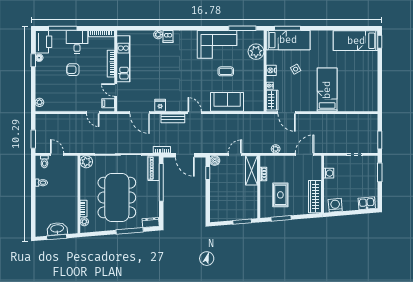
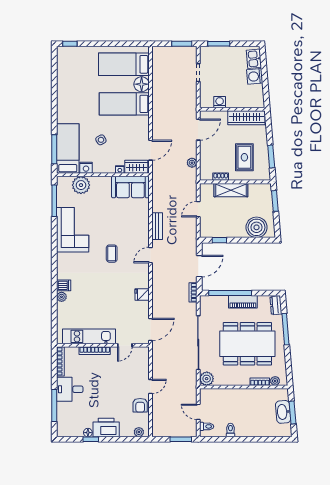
bed: (356, 41) -> (124, 64), moved, turned 90
printer: (43, 42) -> (106, 428), moved
armchair: (73, 70) -> (140, 405), moved
nightstand: (271, 70) -> (86, 168), moved
coffee table: (226, 71) -> (112, 254), moved
sofa: (227, 102) -> (130, 187), moved, turned -90
filing cabinet: (108, 103) -> (140, 354), removed
floor lamp: (344, 105) -> (142, 84), added
door: (93, 113) -> (151, 386), moved
door: (140, 113) -> (151, 330), moved
bench: (173, 118) -> (157, 226), moved
door: (57, 154) -> (198, 412), hinge flipped
door: (235, 154) -> (198, 209), hinge flipped
door: (305, 154) -> (198, 130), swing flipped
boiler: (215, 161) -> (257, 227), moved, width x1.86, depth x1.86
piano: (154, 168) -> (243, 302), moved
shelving: (252, 170) -> (231, 190), moved
rug: (280, 195) -> (244, 157), turned 90
washing machine: (335, 205) -> (255, 76), moved

